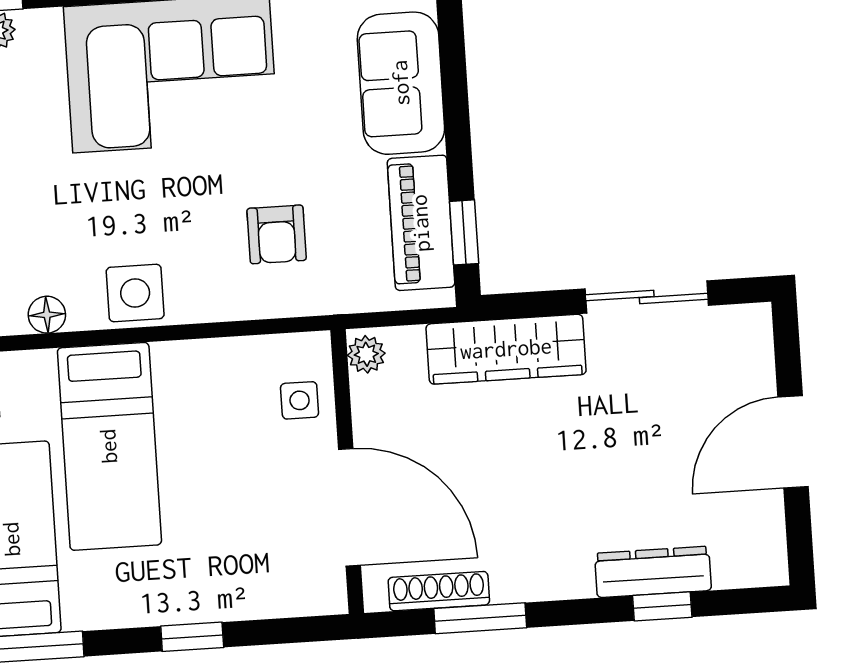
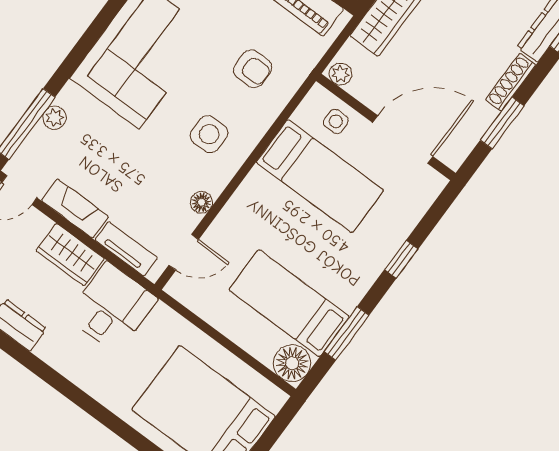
side table: (135, 293) -> (209, 134), moved
bed: (109, 446) -> (320, 176), moved
shoe rack: (439, 591) -> (511, 82), moved

